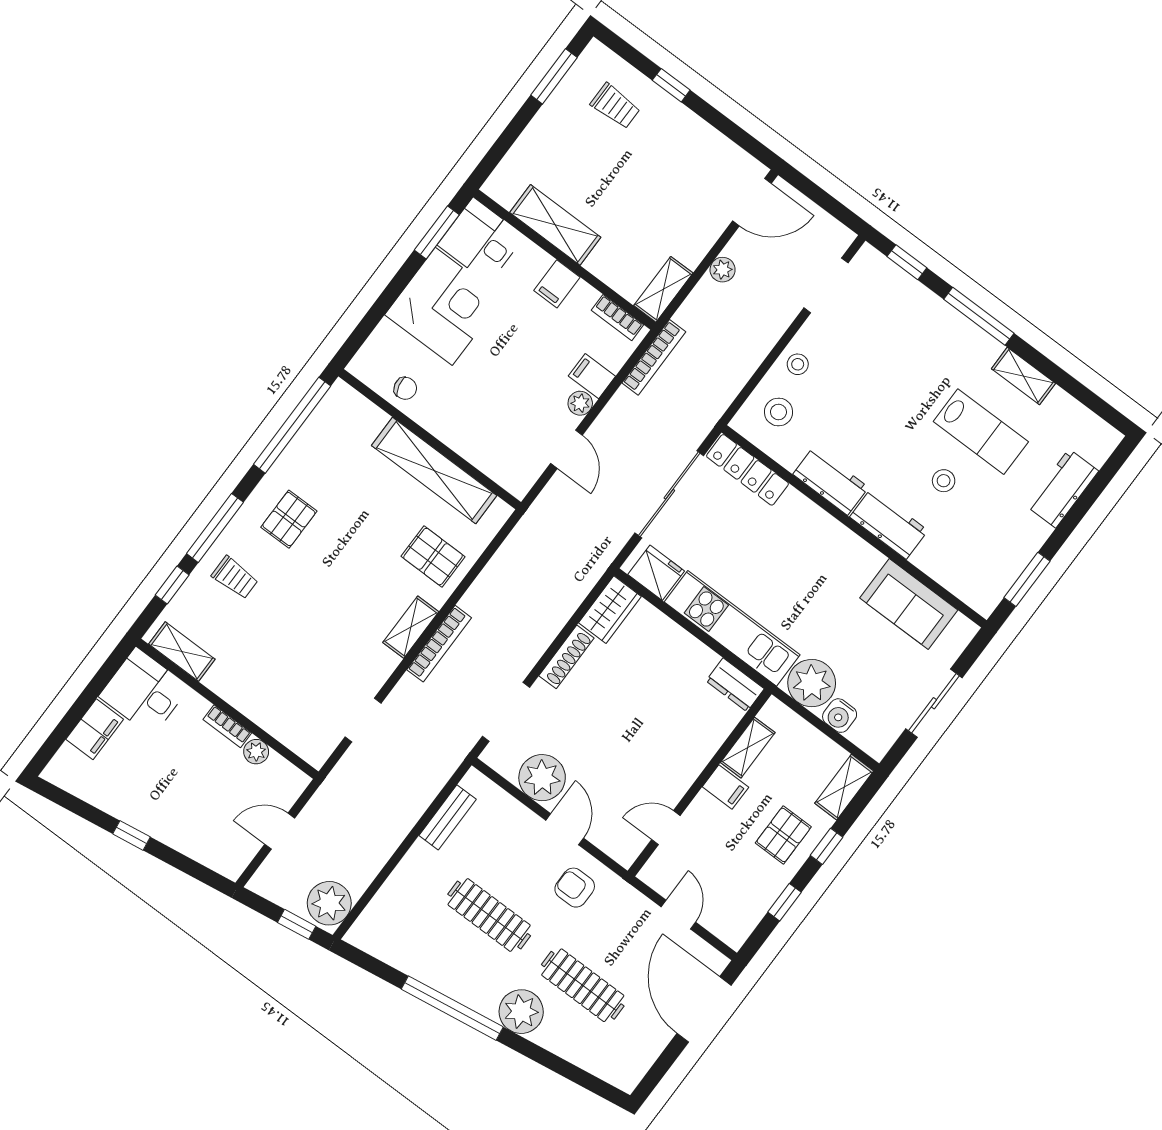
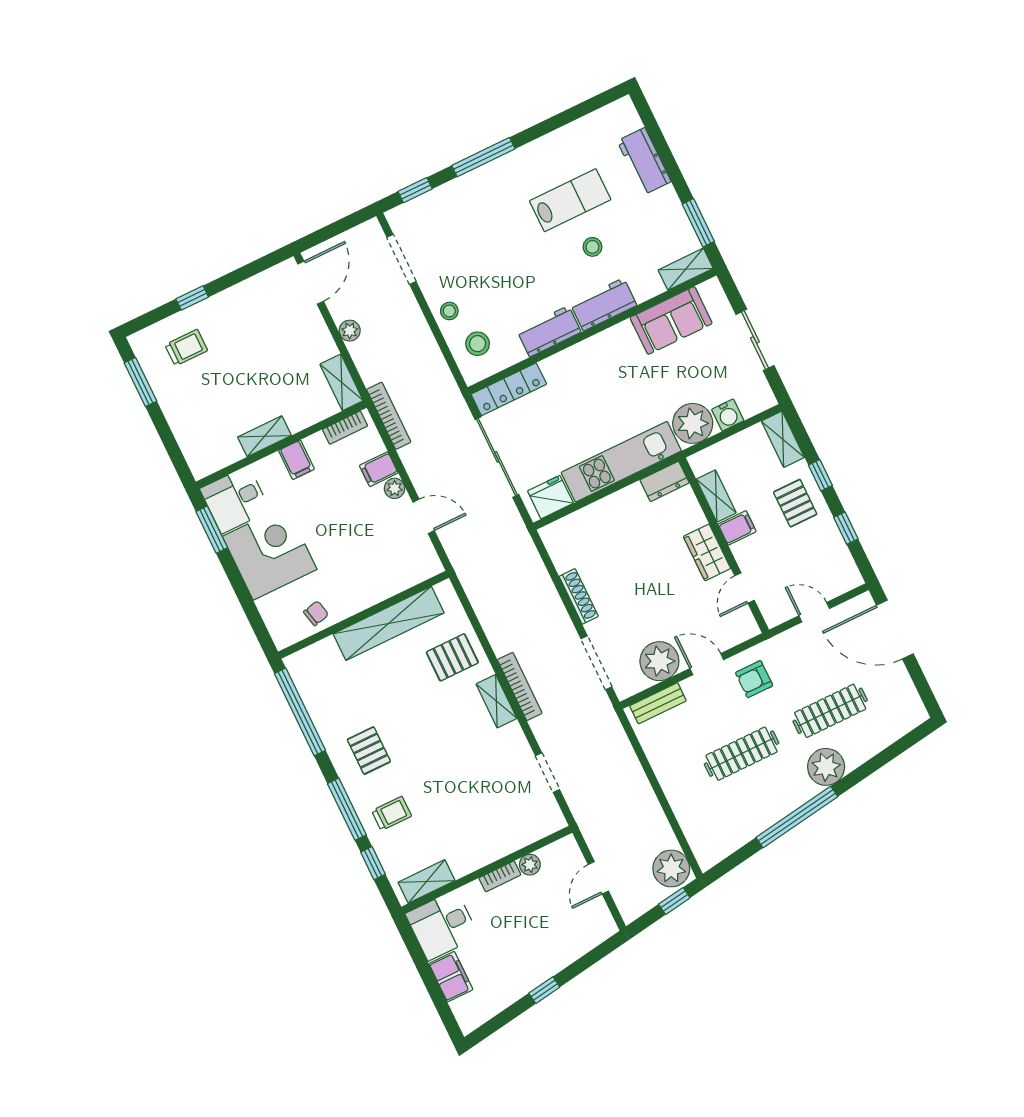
shelving: (555, 225) -> (264, 436), width x0.67, depth x0.75
shelving: (1023, 376) -> (686, 269), moved
wardrobe: (610, 610) -> (707, 552), moved, turned 180
bench: (448, 817) -> (658, 703), moved, turned 90

